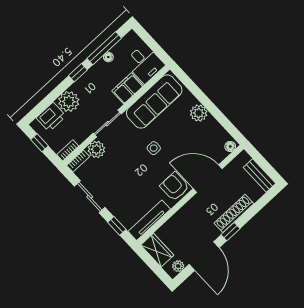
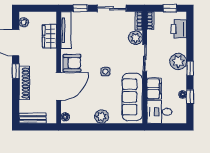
window: (104, 48) -> (190, 97), width x0.46
plant: (69, 102) -> (178, 62), moved
wardrobe: (157, 250) -> (49, 36), moved, turned 90

